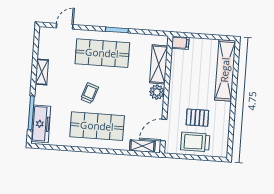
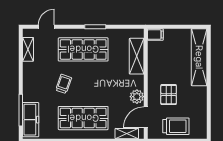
shelving: (42, 72) -> (28, 49), moved
plant: (157, 92) -> (137, 97), moved
trolley: (90, 93) -> (64, 84), moved
pallet: (197, 118) -> (169, 95), moved, turned 90
trolley: (195, 142) -> (176, 126), turned 180

